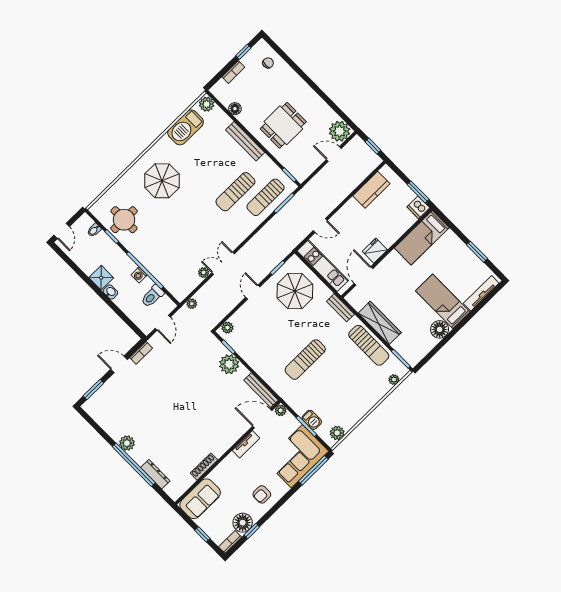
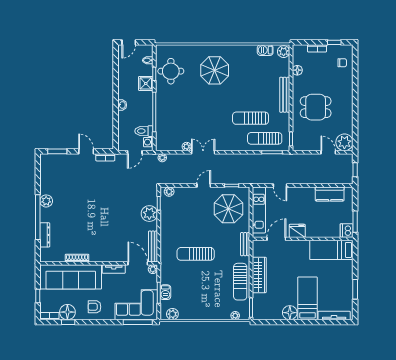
barbecue: (186, 127) -> (265, 50), width x0.53, depth x0.65
washing machine: (139, 275) -> (148, 142), moved
shower: (101, 278) -> (146, 83), moved
sofa: (200, 499) -> (71, 277), width x1.85, depth x1.27

